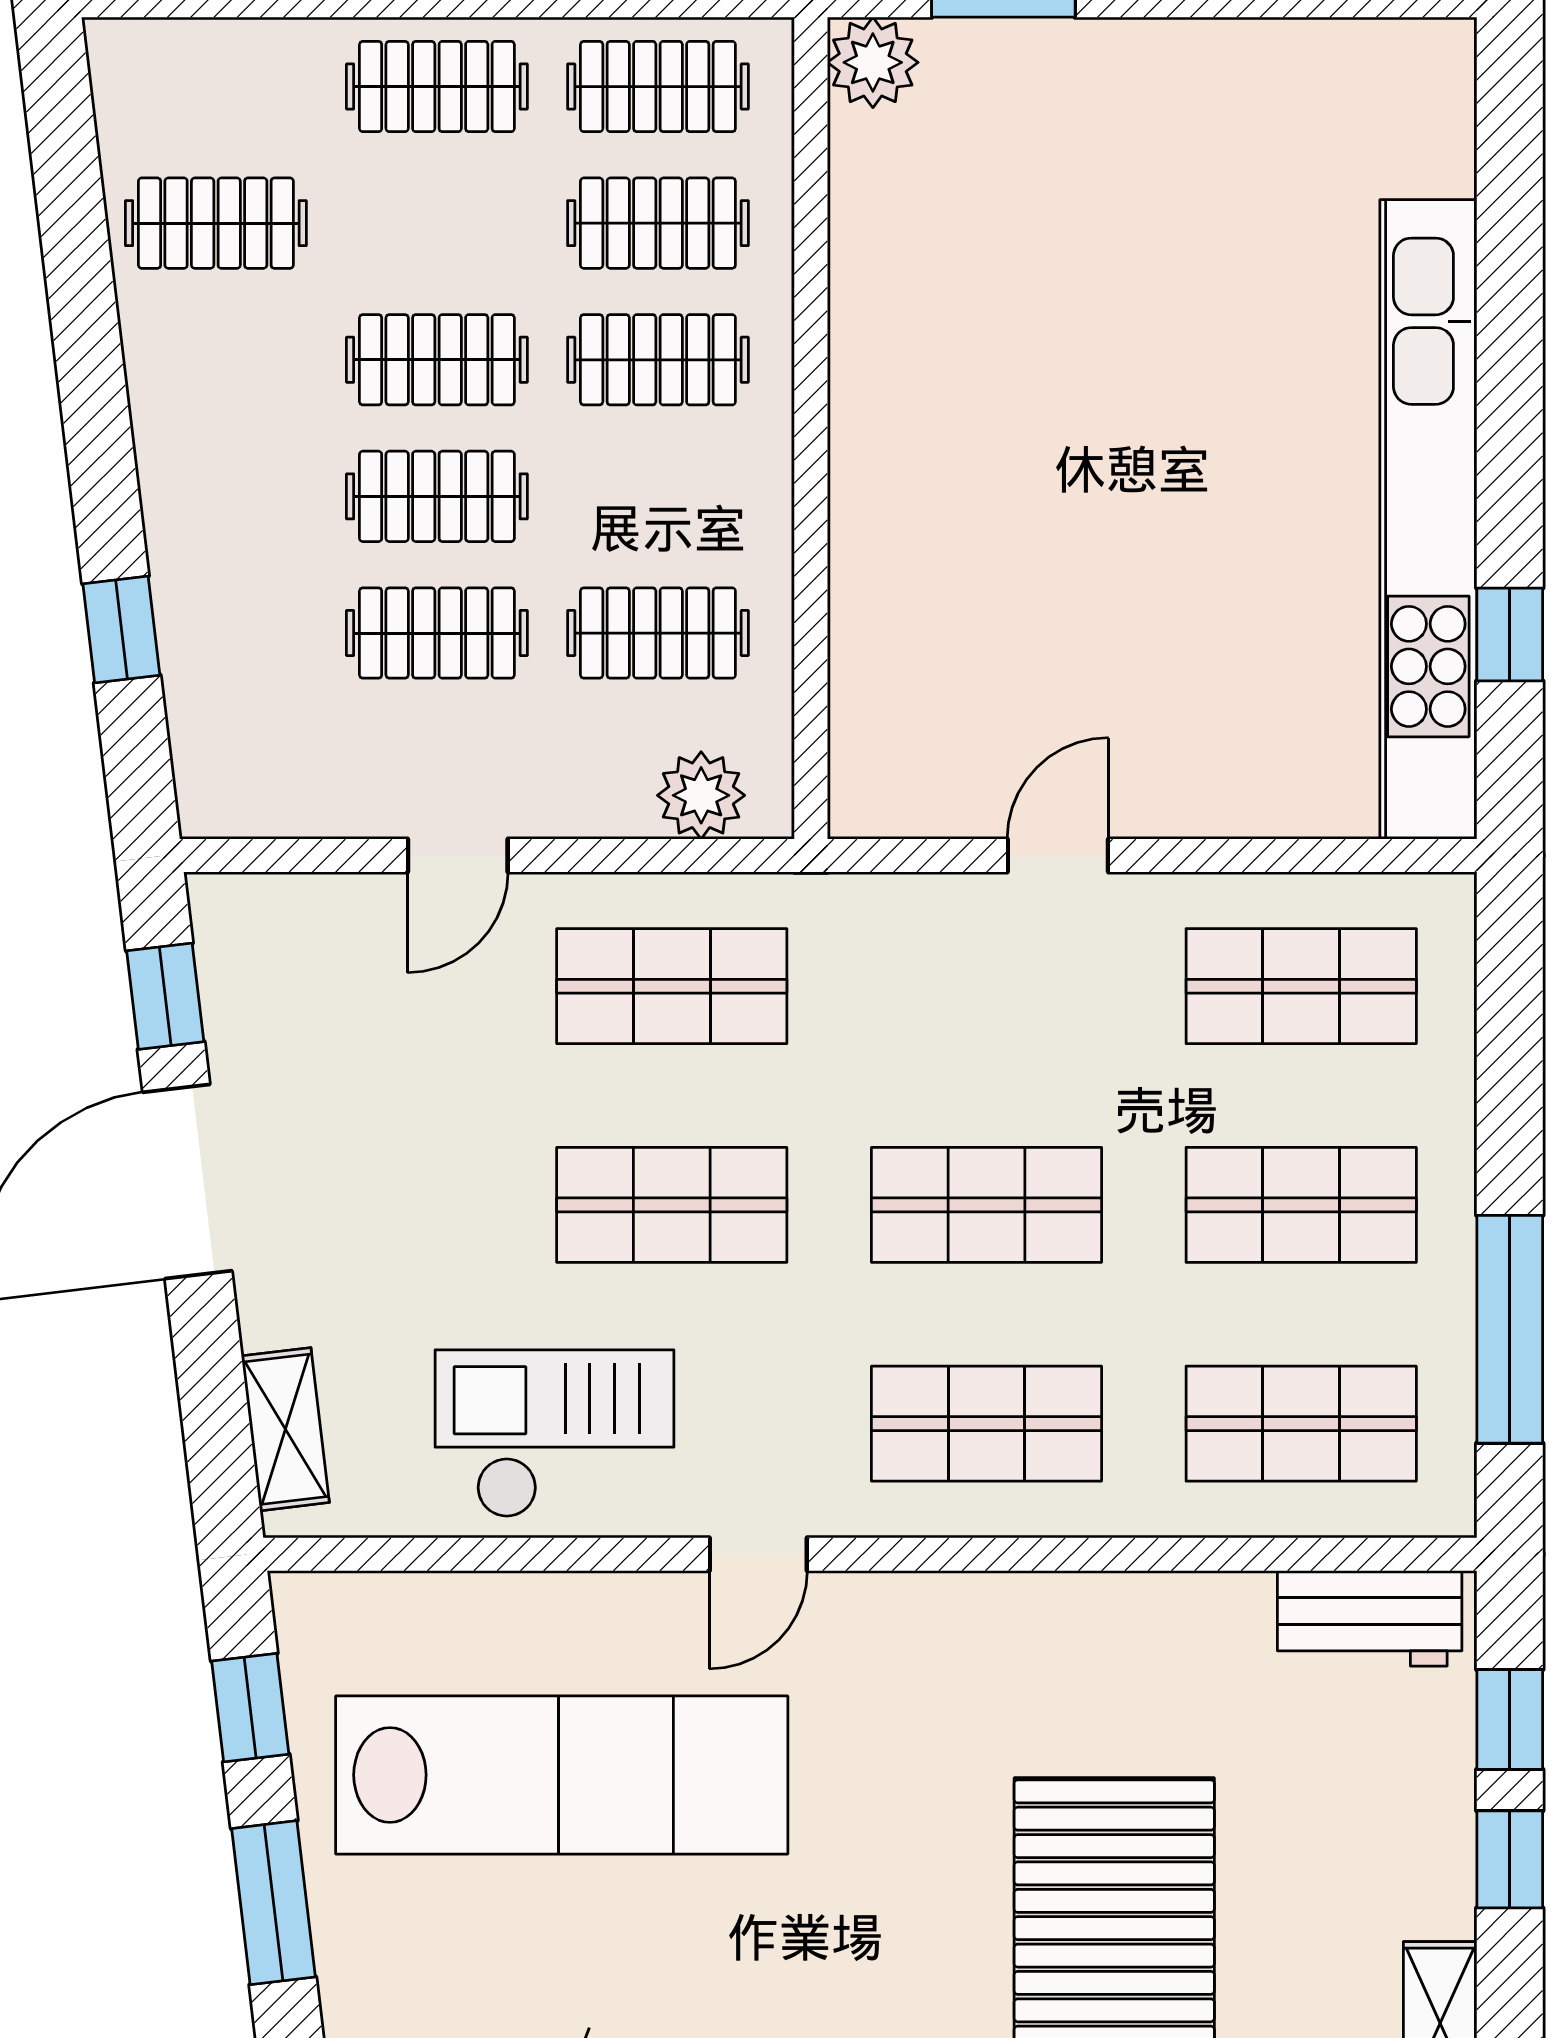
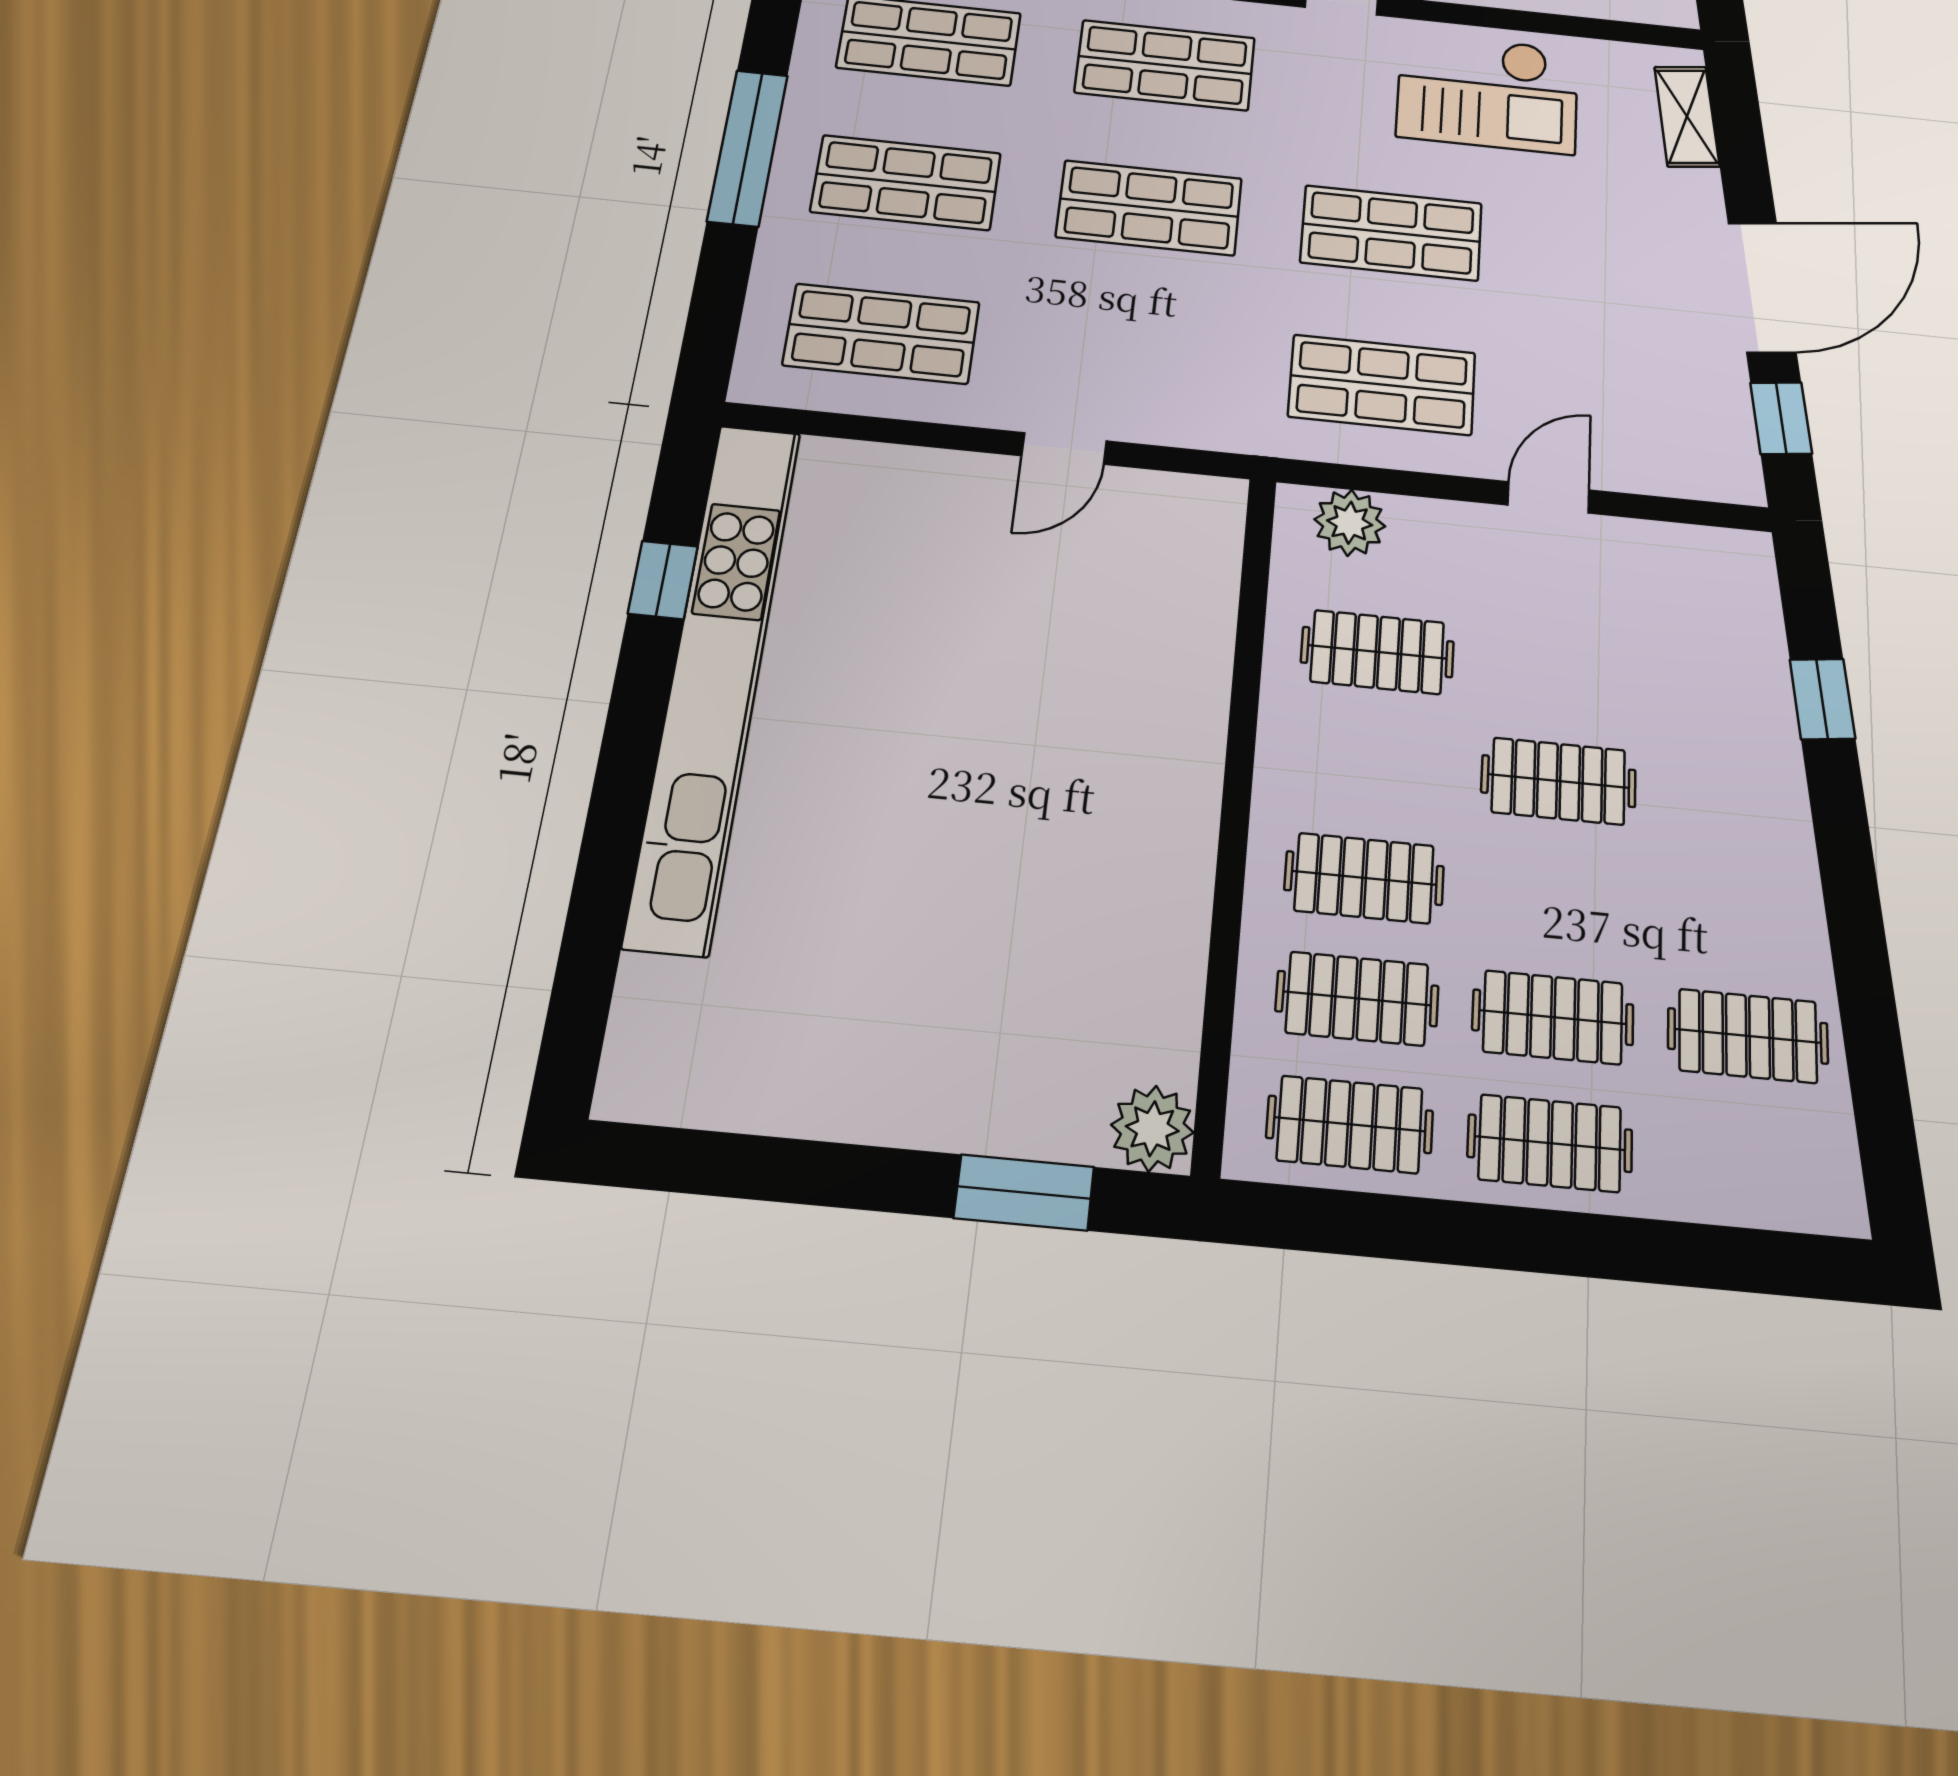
clothes rail: (437, 360) -> (1553, 1017), moved
clothes rail: (437, 633) -> (1561, 670), removed
window: (1510, 1329) -> (748, 148), moved

